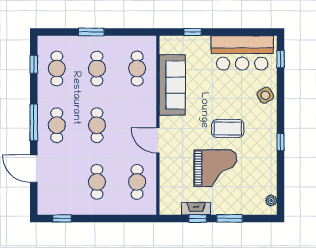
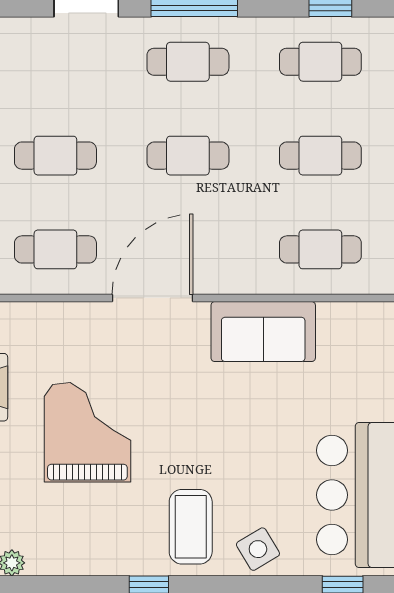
sofa: (172, 85) -> (263, 332), width x0.73
coffee table: (228, 128) -> (191, 527), moved
door: (158, 140) -> (152, 298), width x1.36
grand piano: (215, 168) -> (87, 432), turned 180

